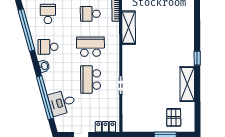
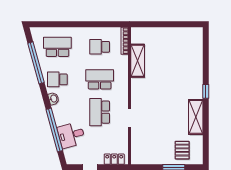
school desk: (48, 14) -> (57, 47), width x1.85

